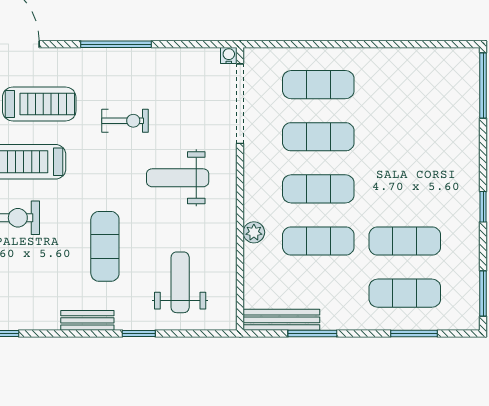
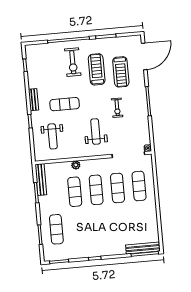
bench: (469, 89) -> (143, 248), added
exercise mat: (405, 241) -> (78, 227), removed
weight bench: (180, 282) -> (53, 136), turned 90

